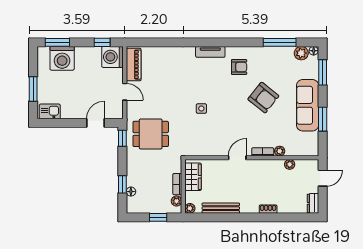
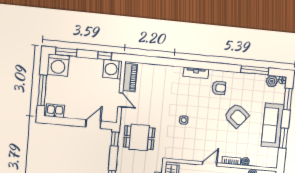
washing machine: (62, 58) -> (58, 65), moved
window: (33, 89) -> (42, 90), width x1.44

